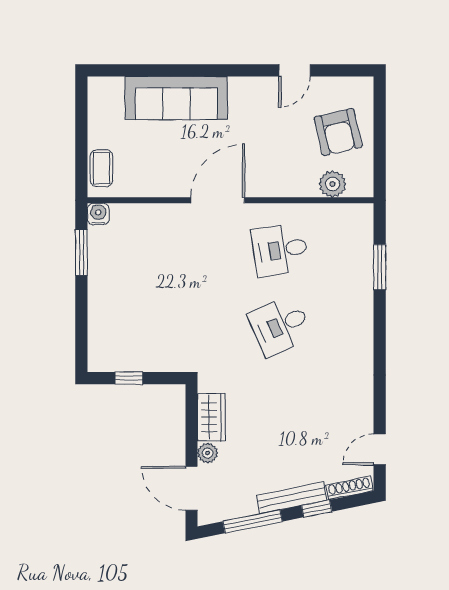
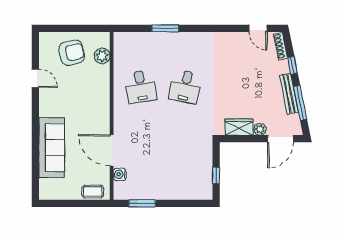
door: (218, 200) -> (112, 150), moved
water cooler: (98, 214) -> (120, 174), moved
window: (380, 267) -> (165, 28), moved
desk: (280, 326) -> (185, 87), turned 36
bench: (292, 498) -> (289, 94), moved

